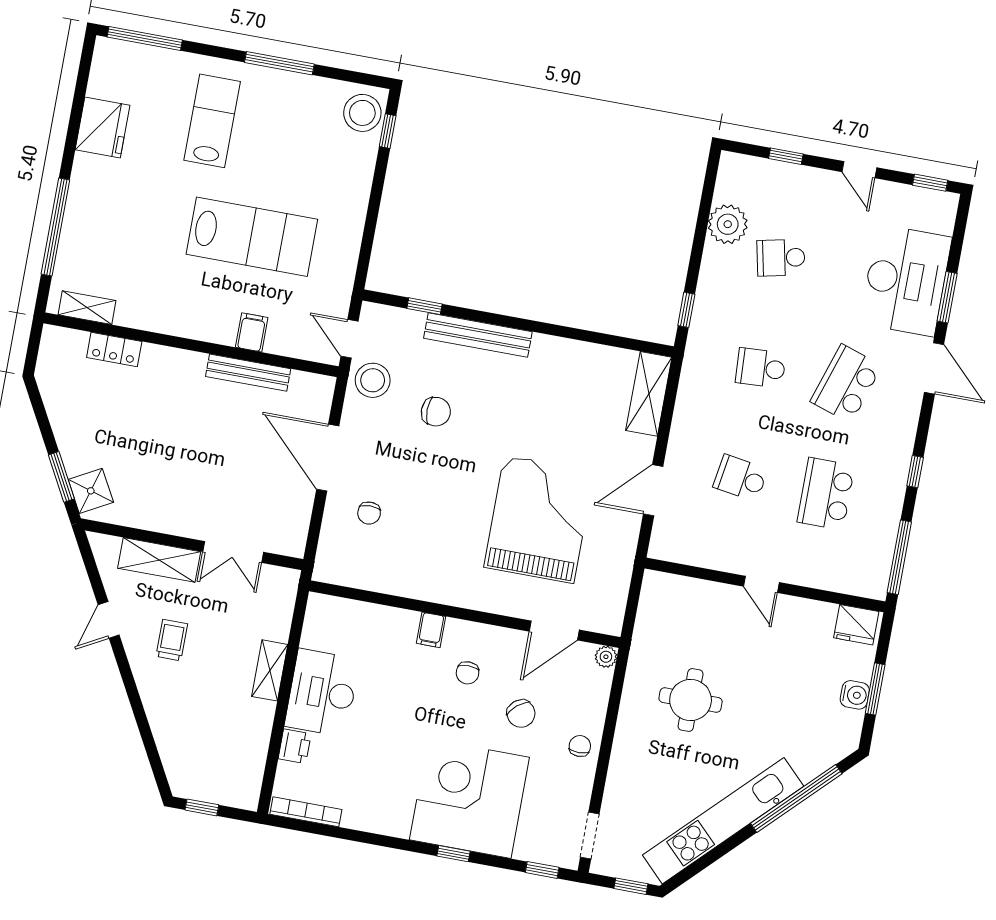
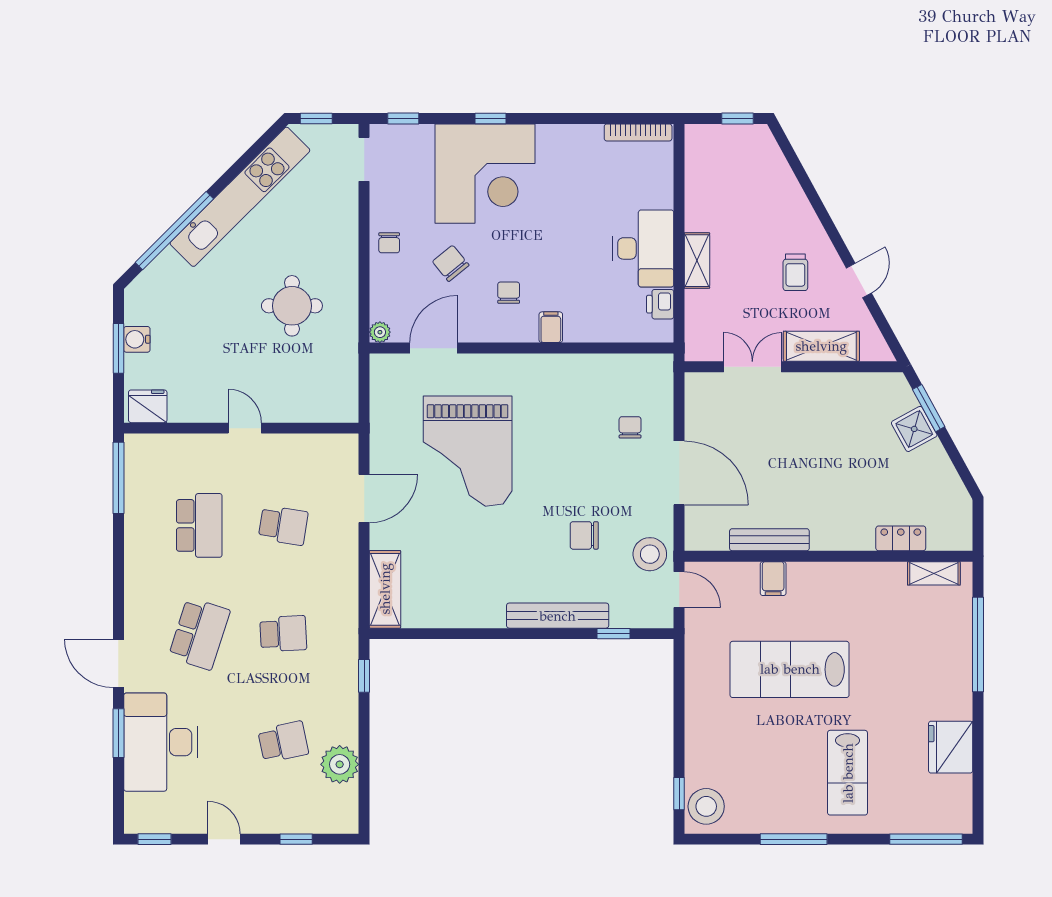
window: (915, 472) -> (118, 562), removed
shower: (91, 491) -> (914, 429), moved
printer: (295, 746) -> (660, 304), moved

